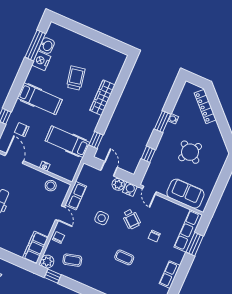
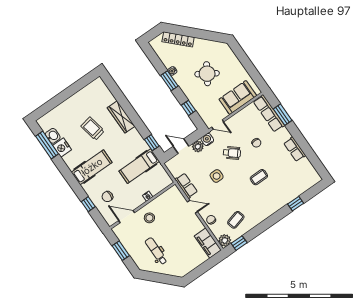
stool: (51, 186) -> (149, 218), moved

